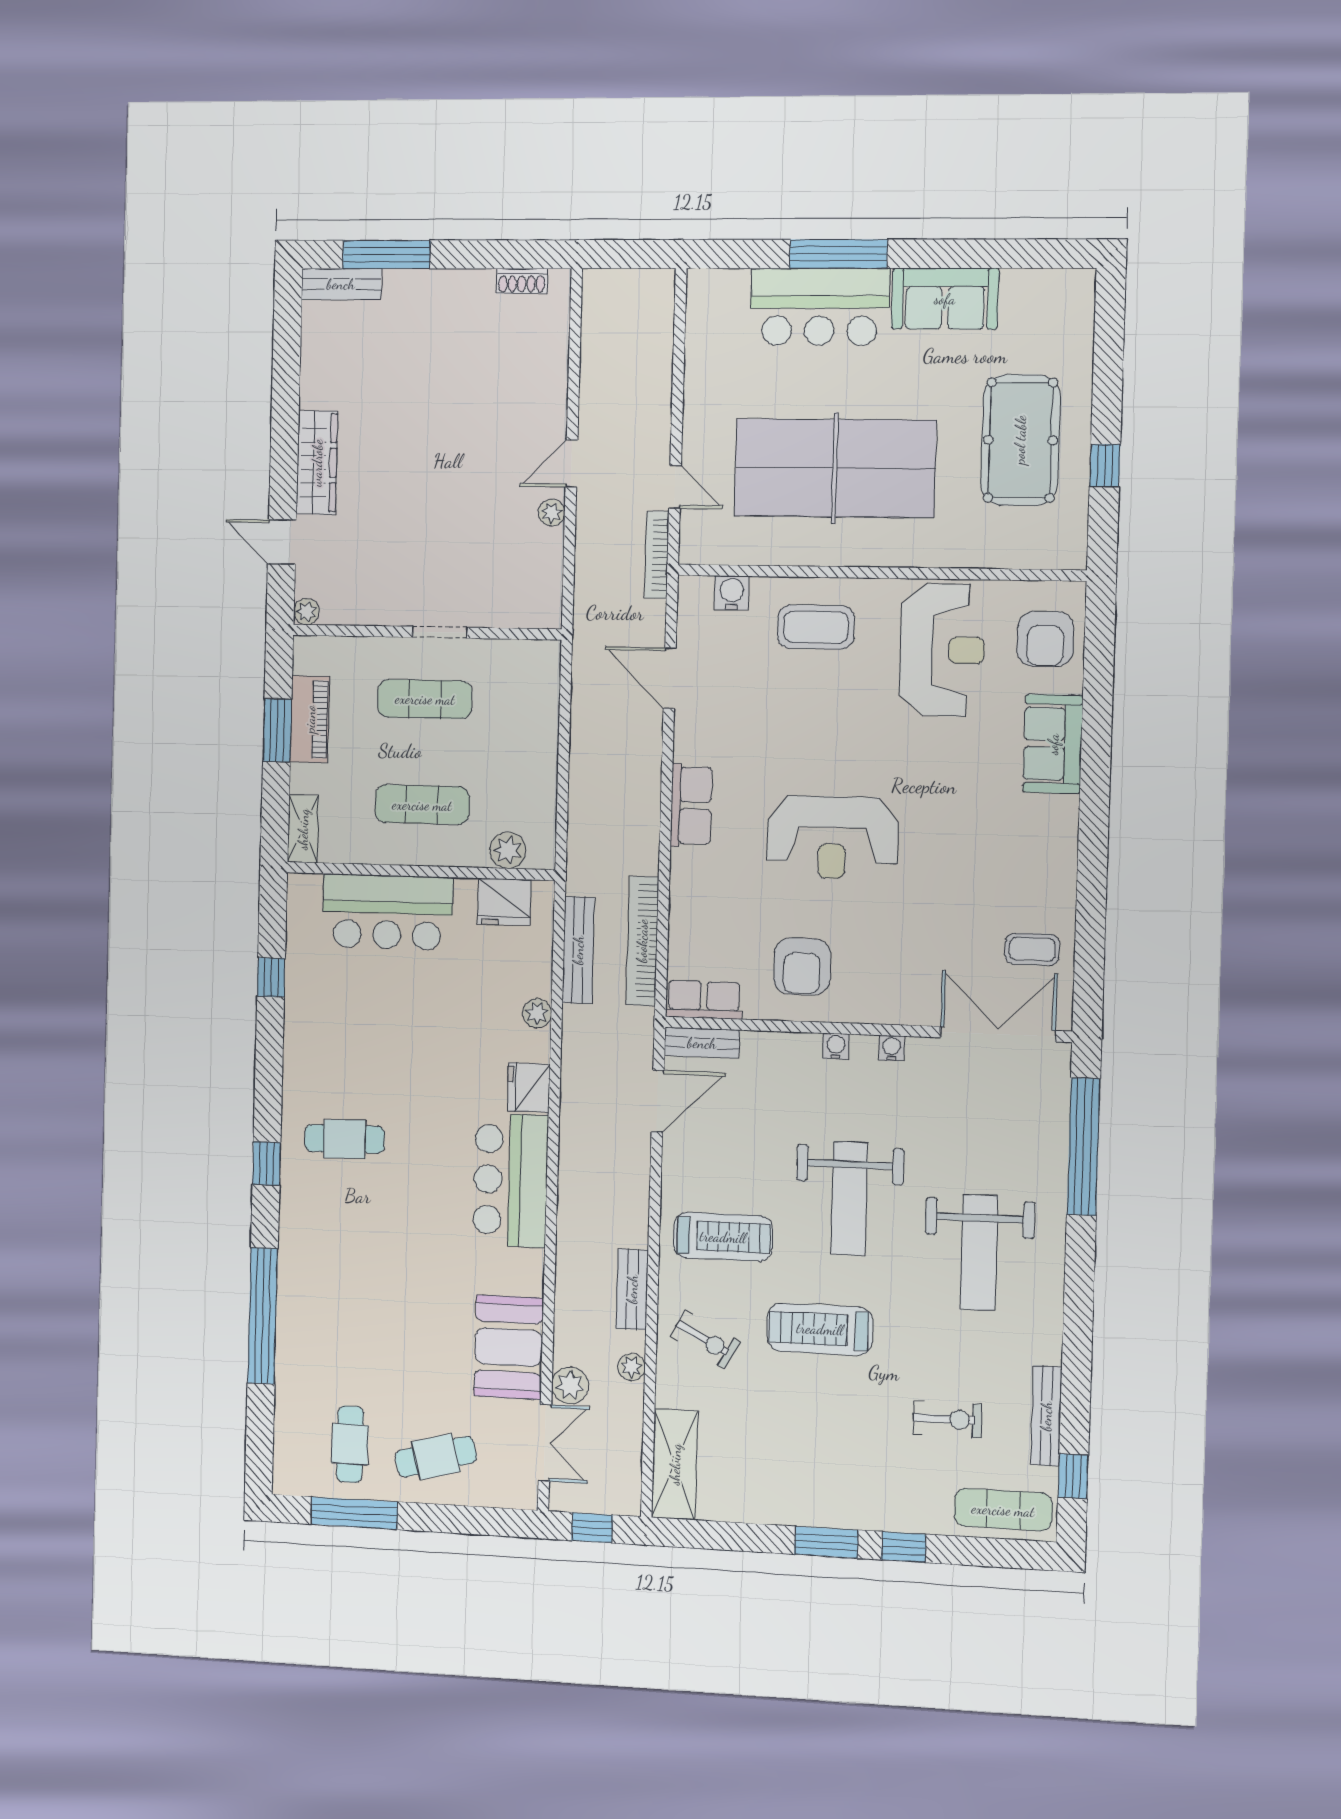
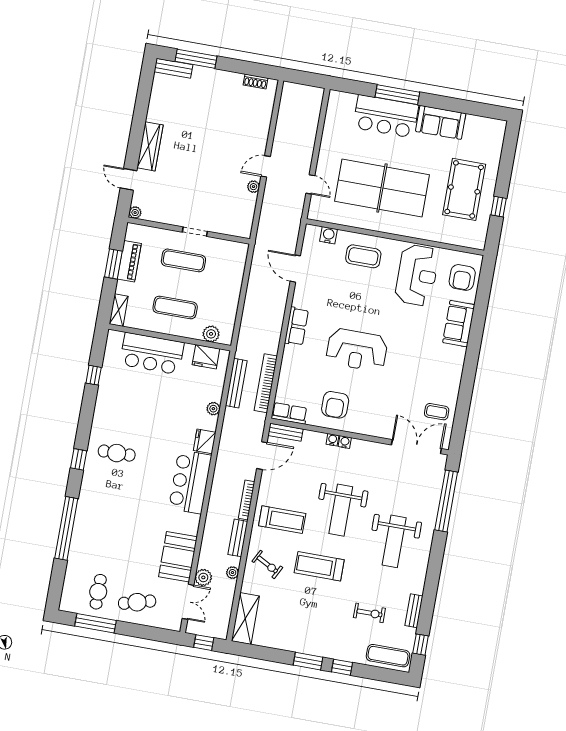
bookcase: (657, 555) -> (247, 500), moved
water cooler: (892, 1048) -> (332, 440), moved
bench: (1046, 1416) -> (414, 611), width x0.73

